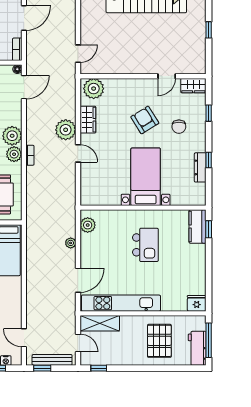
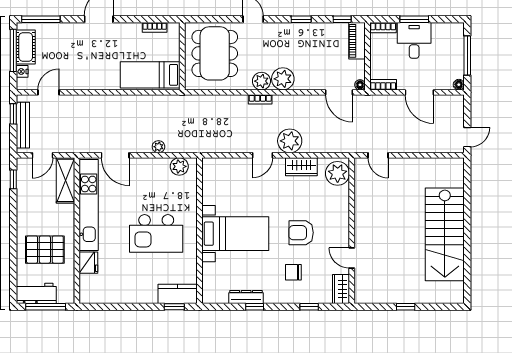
armchair: (145, 120) -> (301, 233), turned -148
kitchen island: (145, 245) -> (156, 233), width x1.37, depth x1.28
fridge: (197, 303) -> (88, 263), moved

